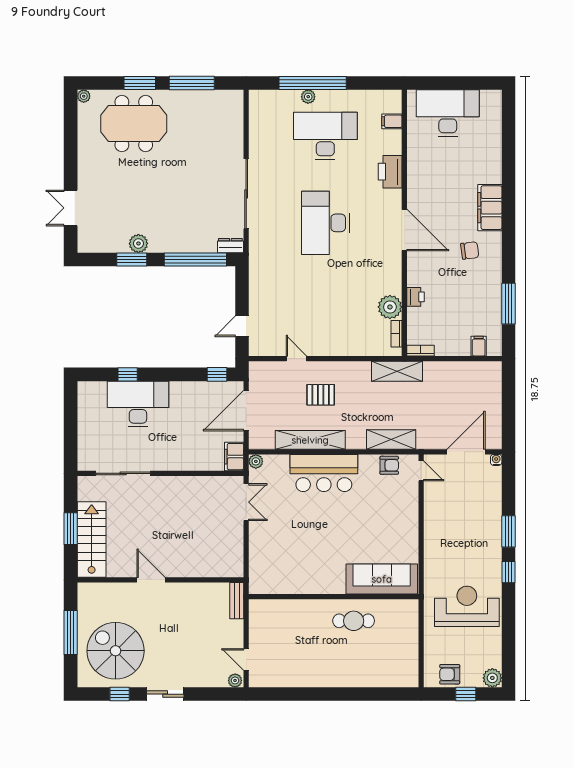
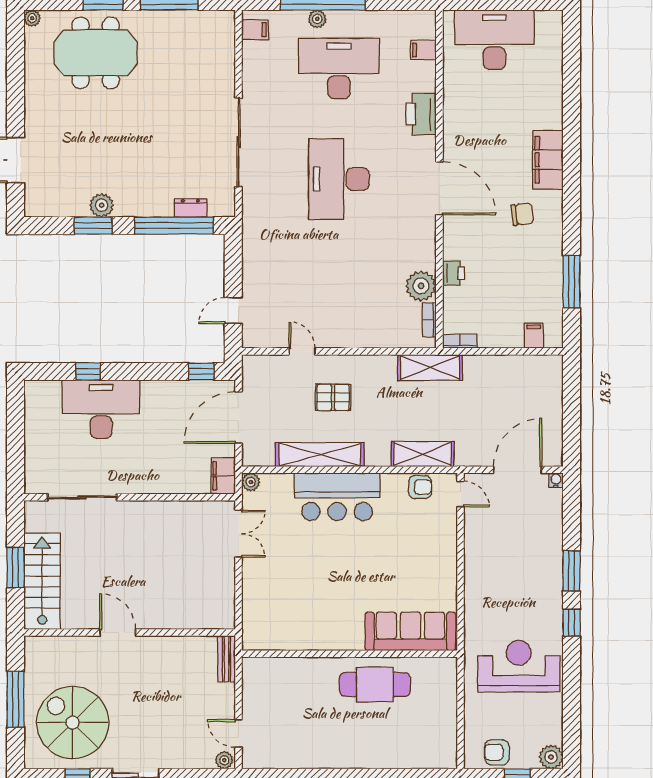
filing cabinet: (259, 105) -> (255, 30), added
dresser: (230, 246) -> (190, 208), moved
cafe table: (354, 621) -> (375, 684), width x1.37, depth x1.35

